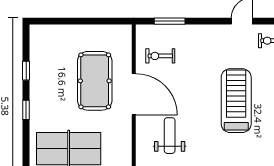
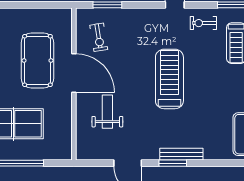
exercise bike: (160, 56) -> (99, 37), turned -99

